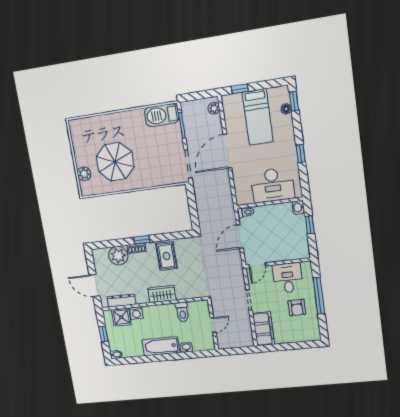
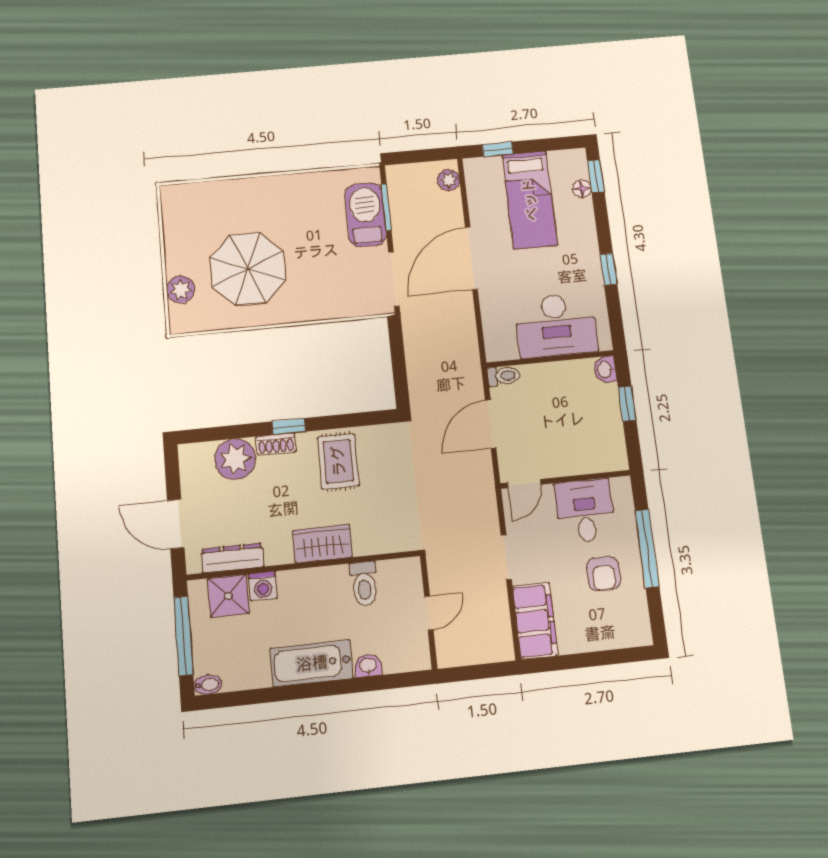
barbecue: (162, 115) -> (366, 215), moved, turned 90
window: (103, 334) -> (183, 636), width x2.17

